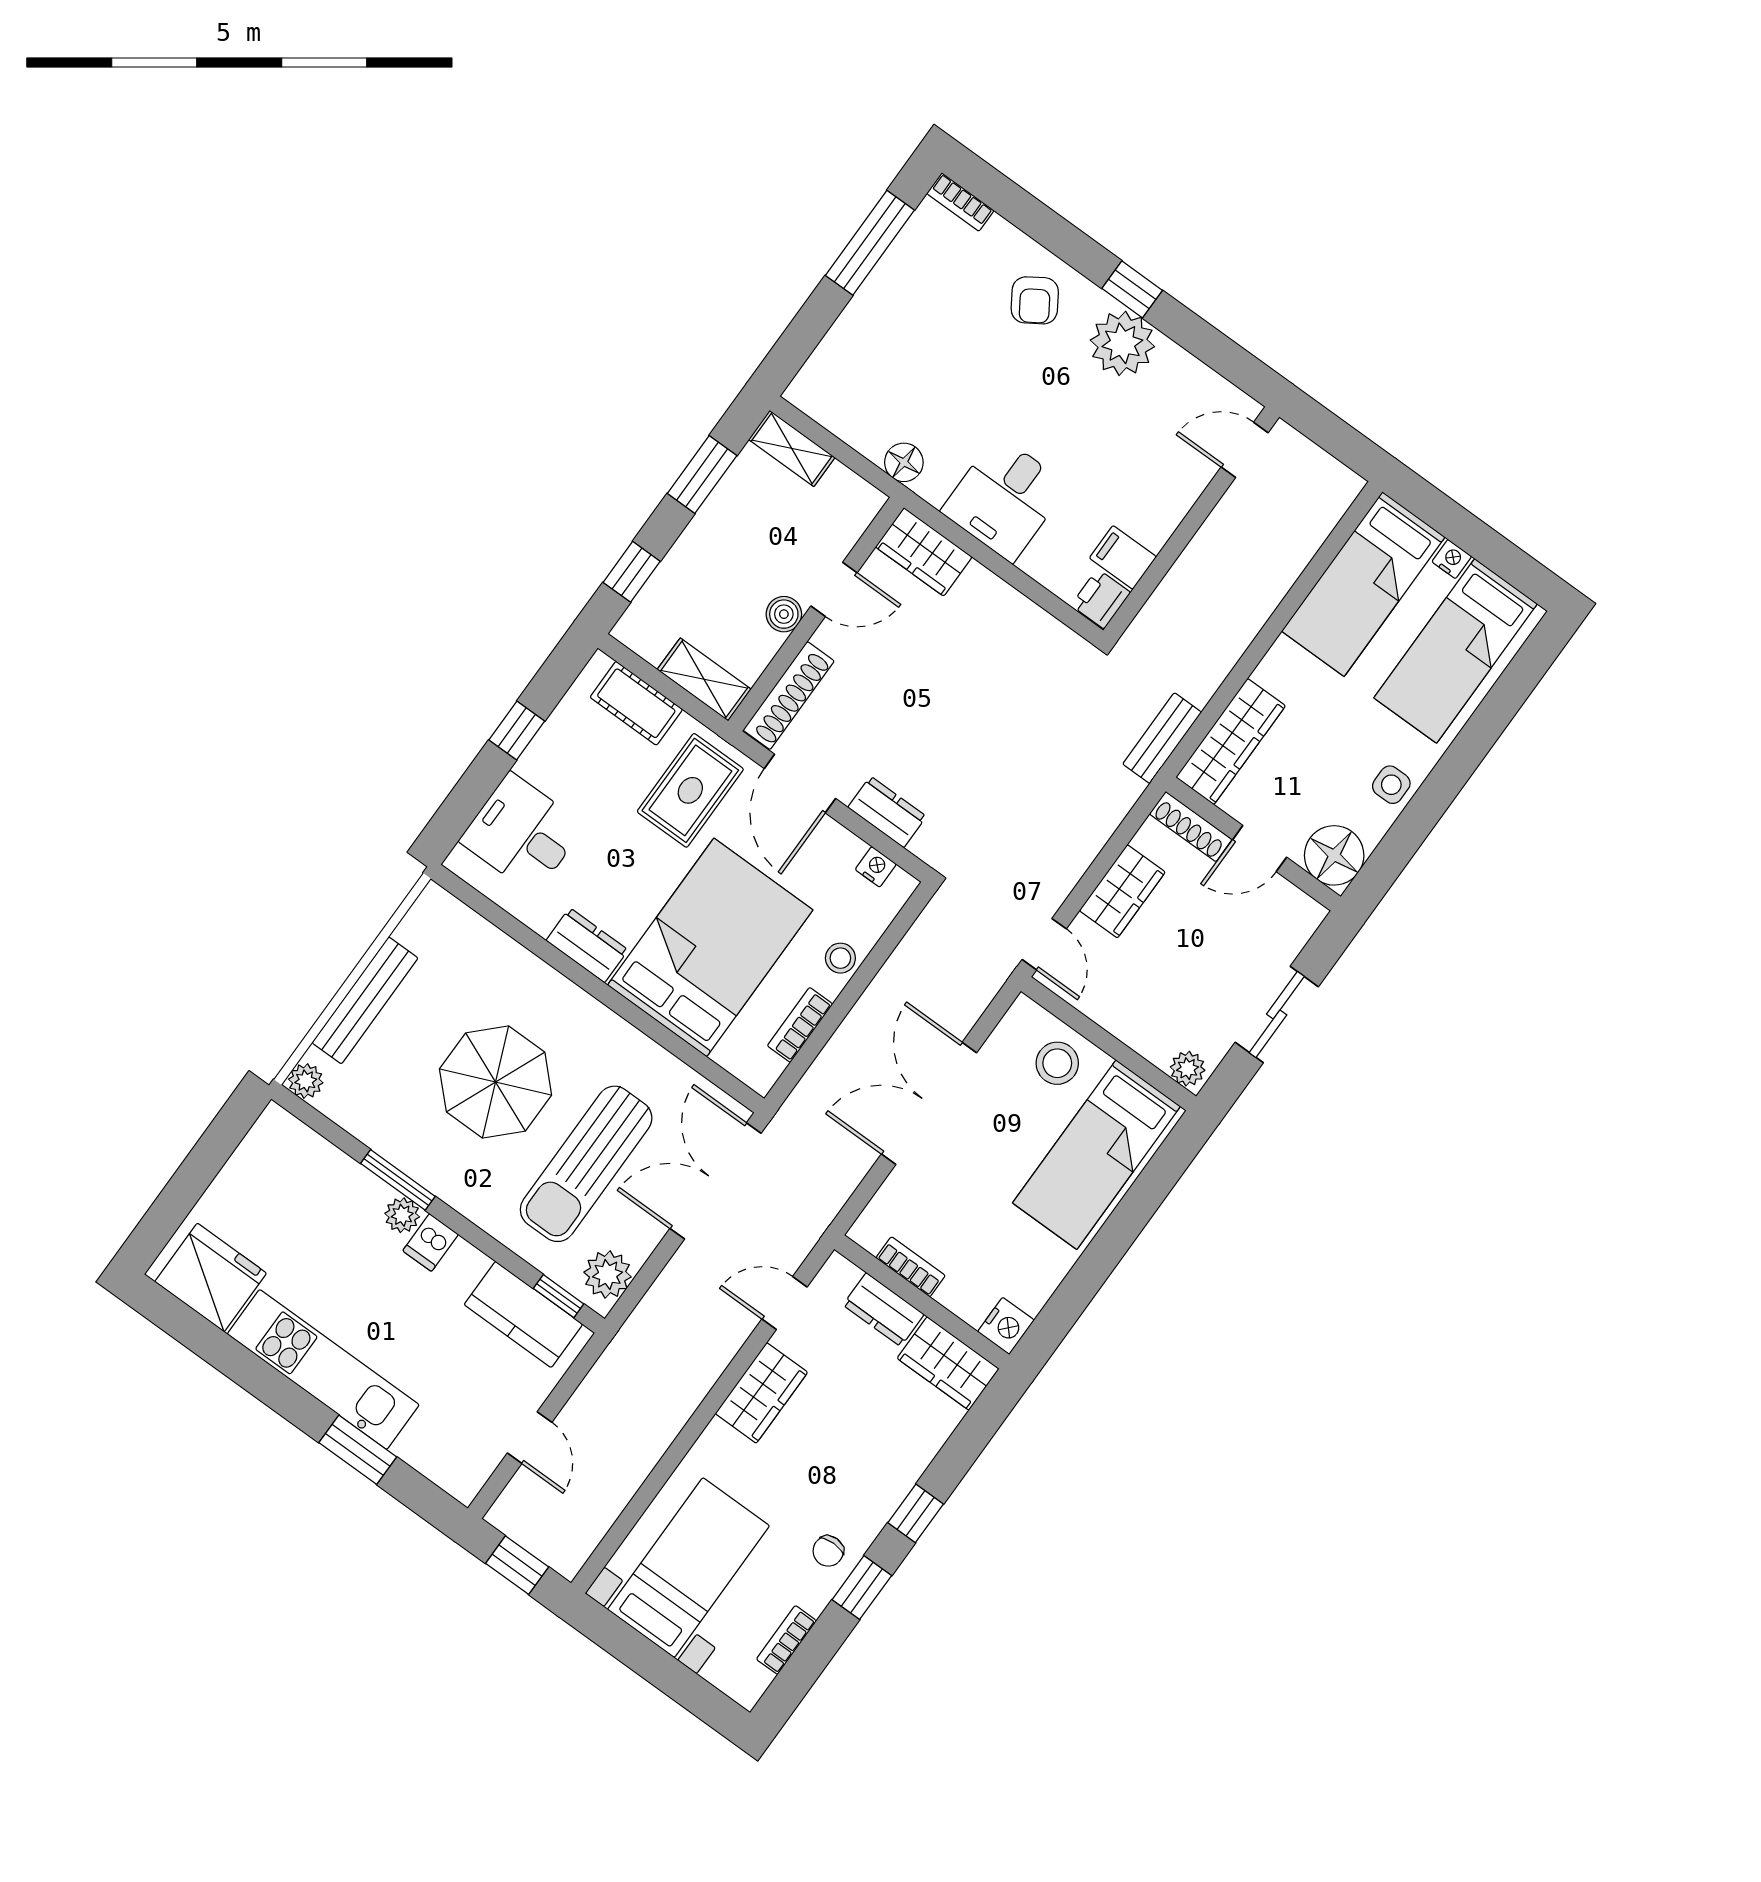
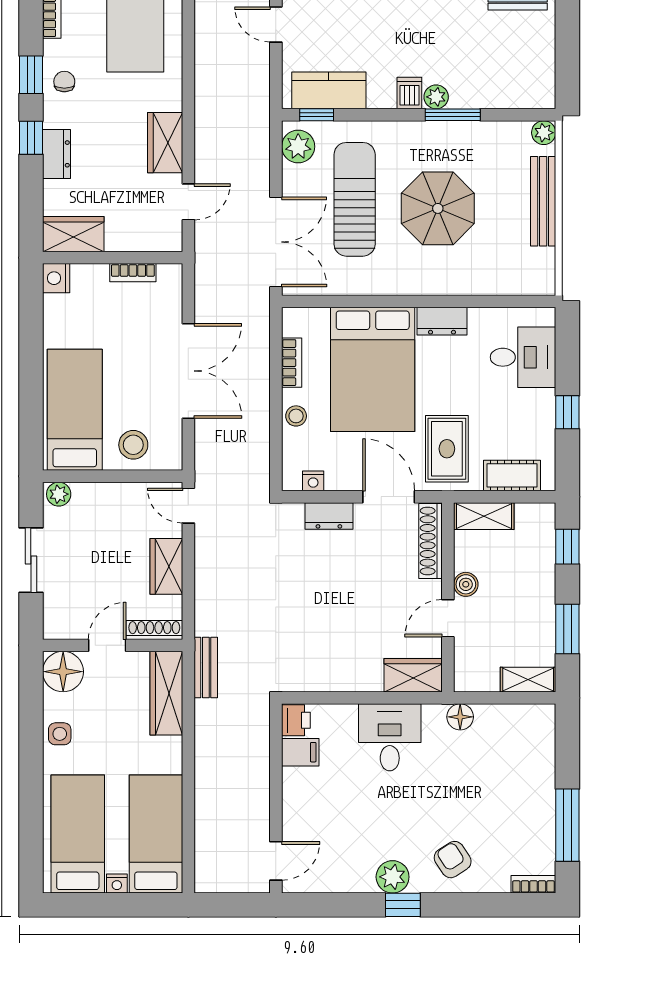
plant: (1122, 343) -> (393, 877), width x0.73, depth x0.73
dresser: (883, 1310) -> (56, 154), moved, turned 90

